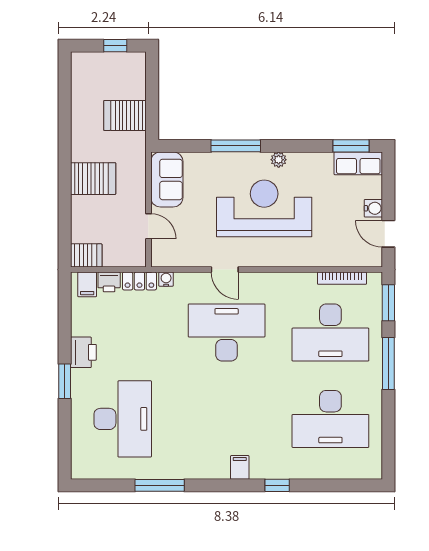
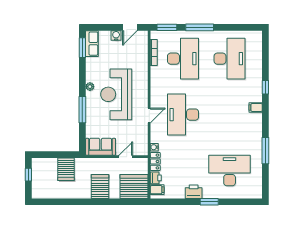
server rack: (86, 255) -> (134, 186), width x2.18, depth x1.44

